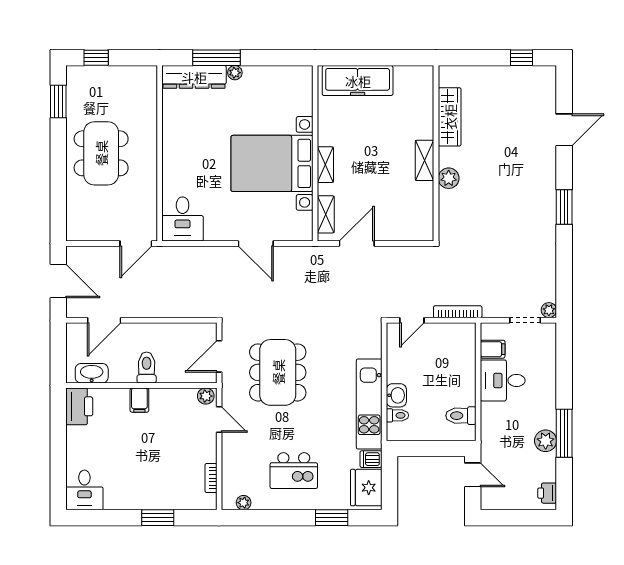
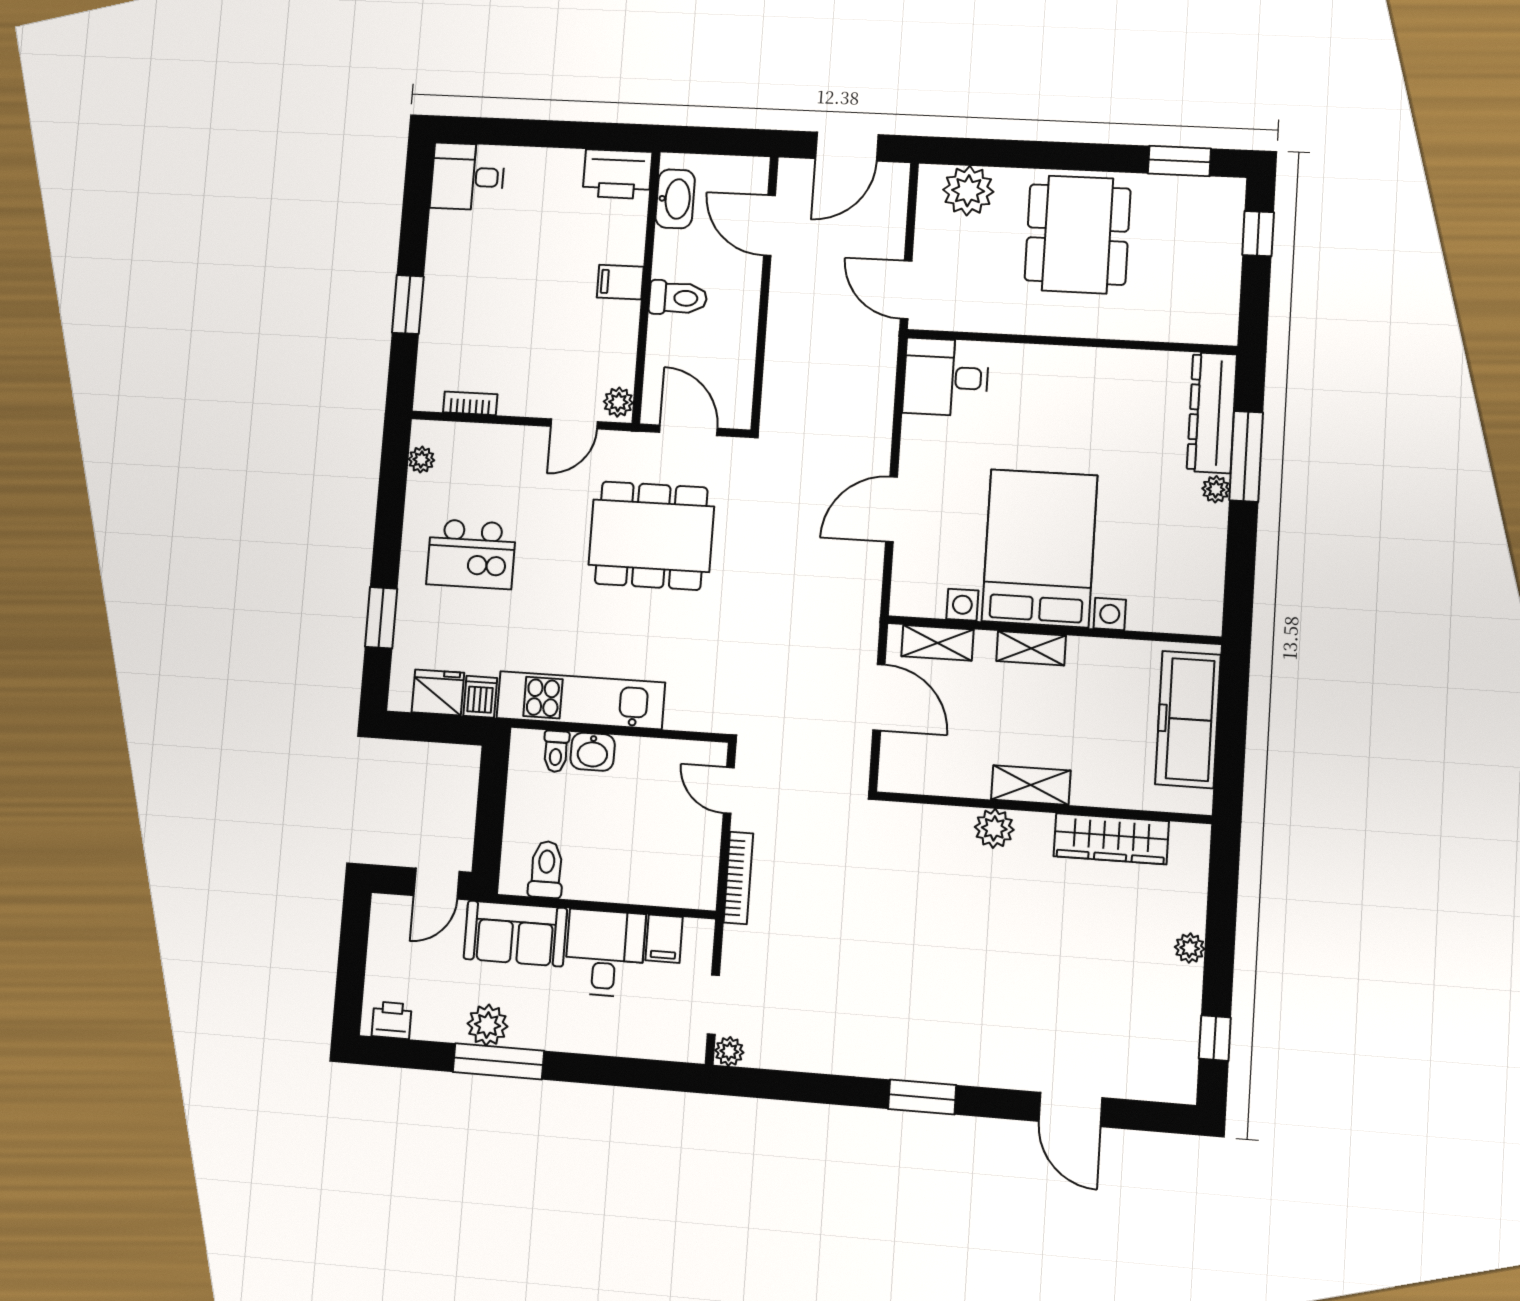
plant: (476, 73) -> (1190, 948), added
wardrobe: (450, 117) -> (1111, 839), moved
dining table: (101, 153) -> (1078, 235), turned 90
wall: (436, 153) -> (1043, 808), moved
shelving: (425, 160) -> (1031, 785), moved
plant: (449, 178) -> (994, 828), moved
plant: (80, 214) -> (968, 191), added
sofa: (496, 430) -> (515, 934), added
kitchen island: (294, 471) -> (471, 554), turned -90
fridge: (366, 488) -> (438, 693), width x0.73, depth x0.75

